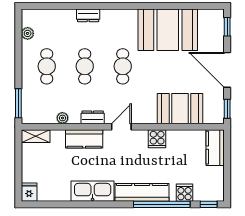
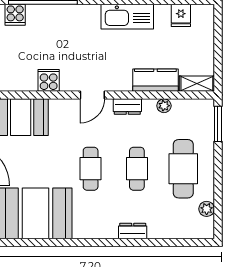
cafe table: (47, 66) -> (183, 169), width x1.37, depth x1.35
kitchen counter: (84, 139) -> (155, 80), moved
fridge: (29, 192) -> (181, 15), moved
kitchen counter: (142, 192) -> (67, 15), removed

